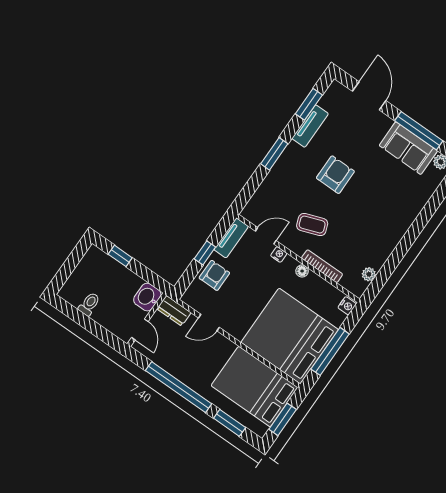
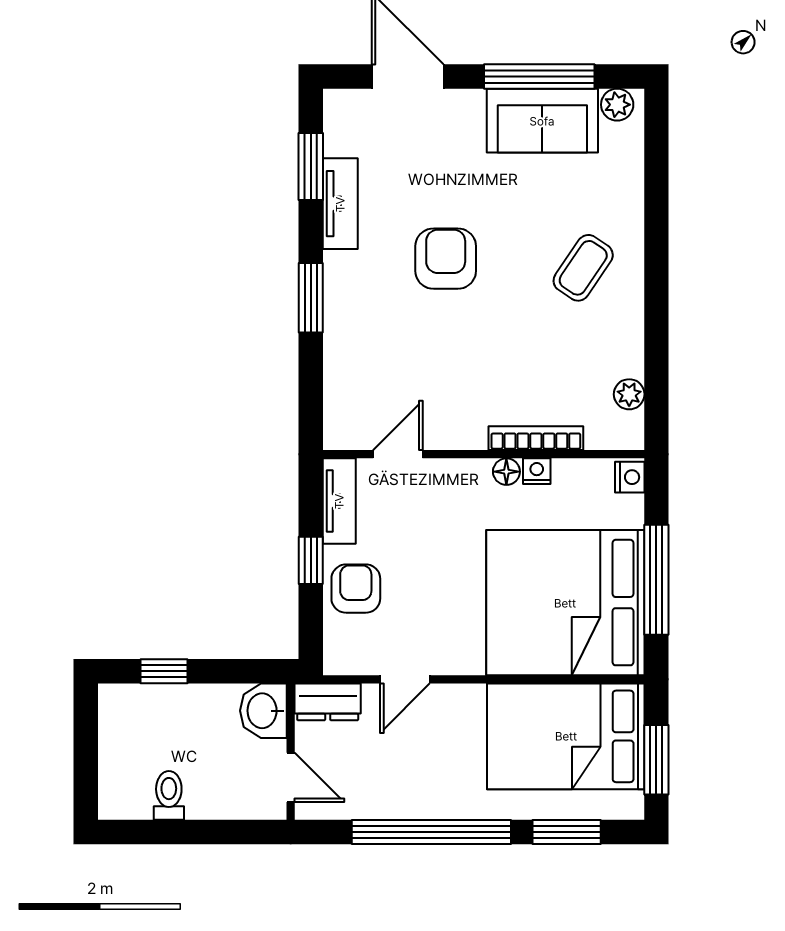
coffee table: (312, 225) -> (583, 268), moved, turned -36
nightstand: (279, 254) -> (537, 471), moved

